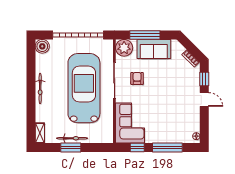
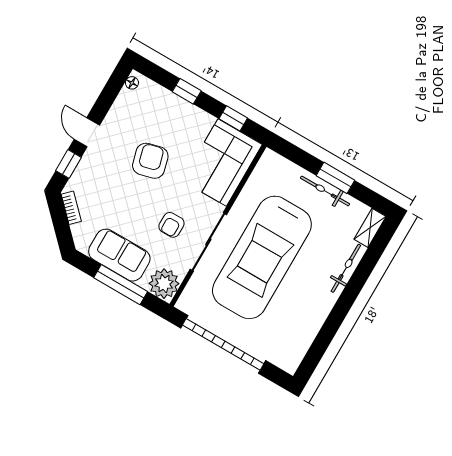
boiler: (42, 46) -> (289, 359), removed
bicycle: (40, 89) -> (346, 268), moved
armchair: (165, 104) -> (150, 161), added
window: (167, 148) -> (187, 91), width x0.46

